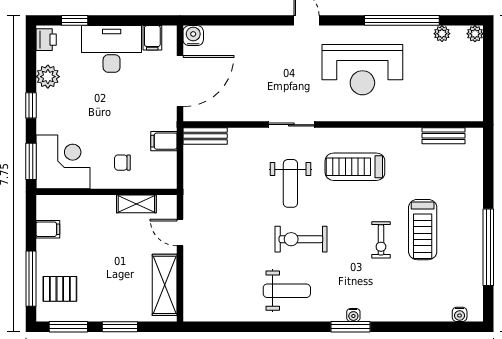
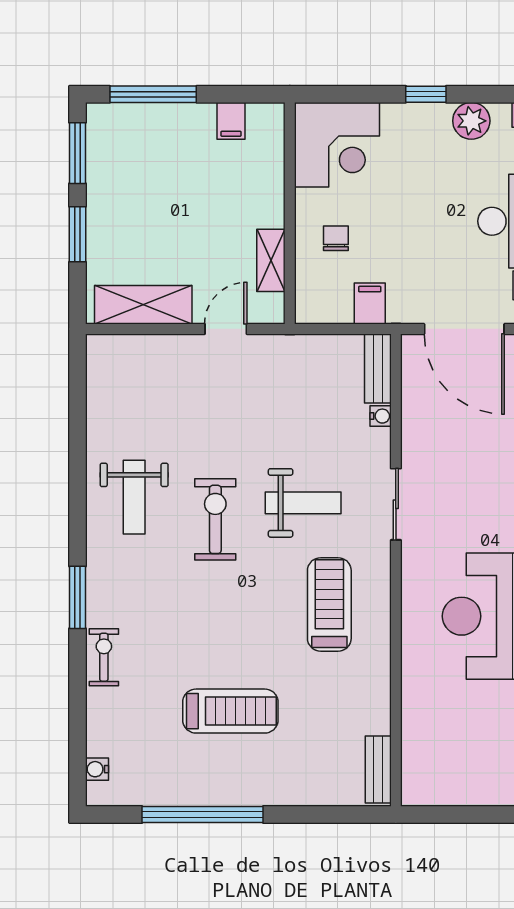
bench: (443, 136) -> (378, 770), moved
window: (31, 161) -> (338, 94), removed
weight bench: (290, 183) -> (303, 503), turned 180
treadmill: (423, 230) -> (230, 711), turned 180
exercise bike: (381, 240) -> (104, 657), moved, turned 90
pallet: (60, 289) -> (137, 140), removed
water cooler: (353, 315) -> (381, 416), moved, turned 180

